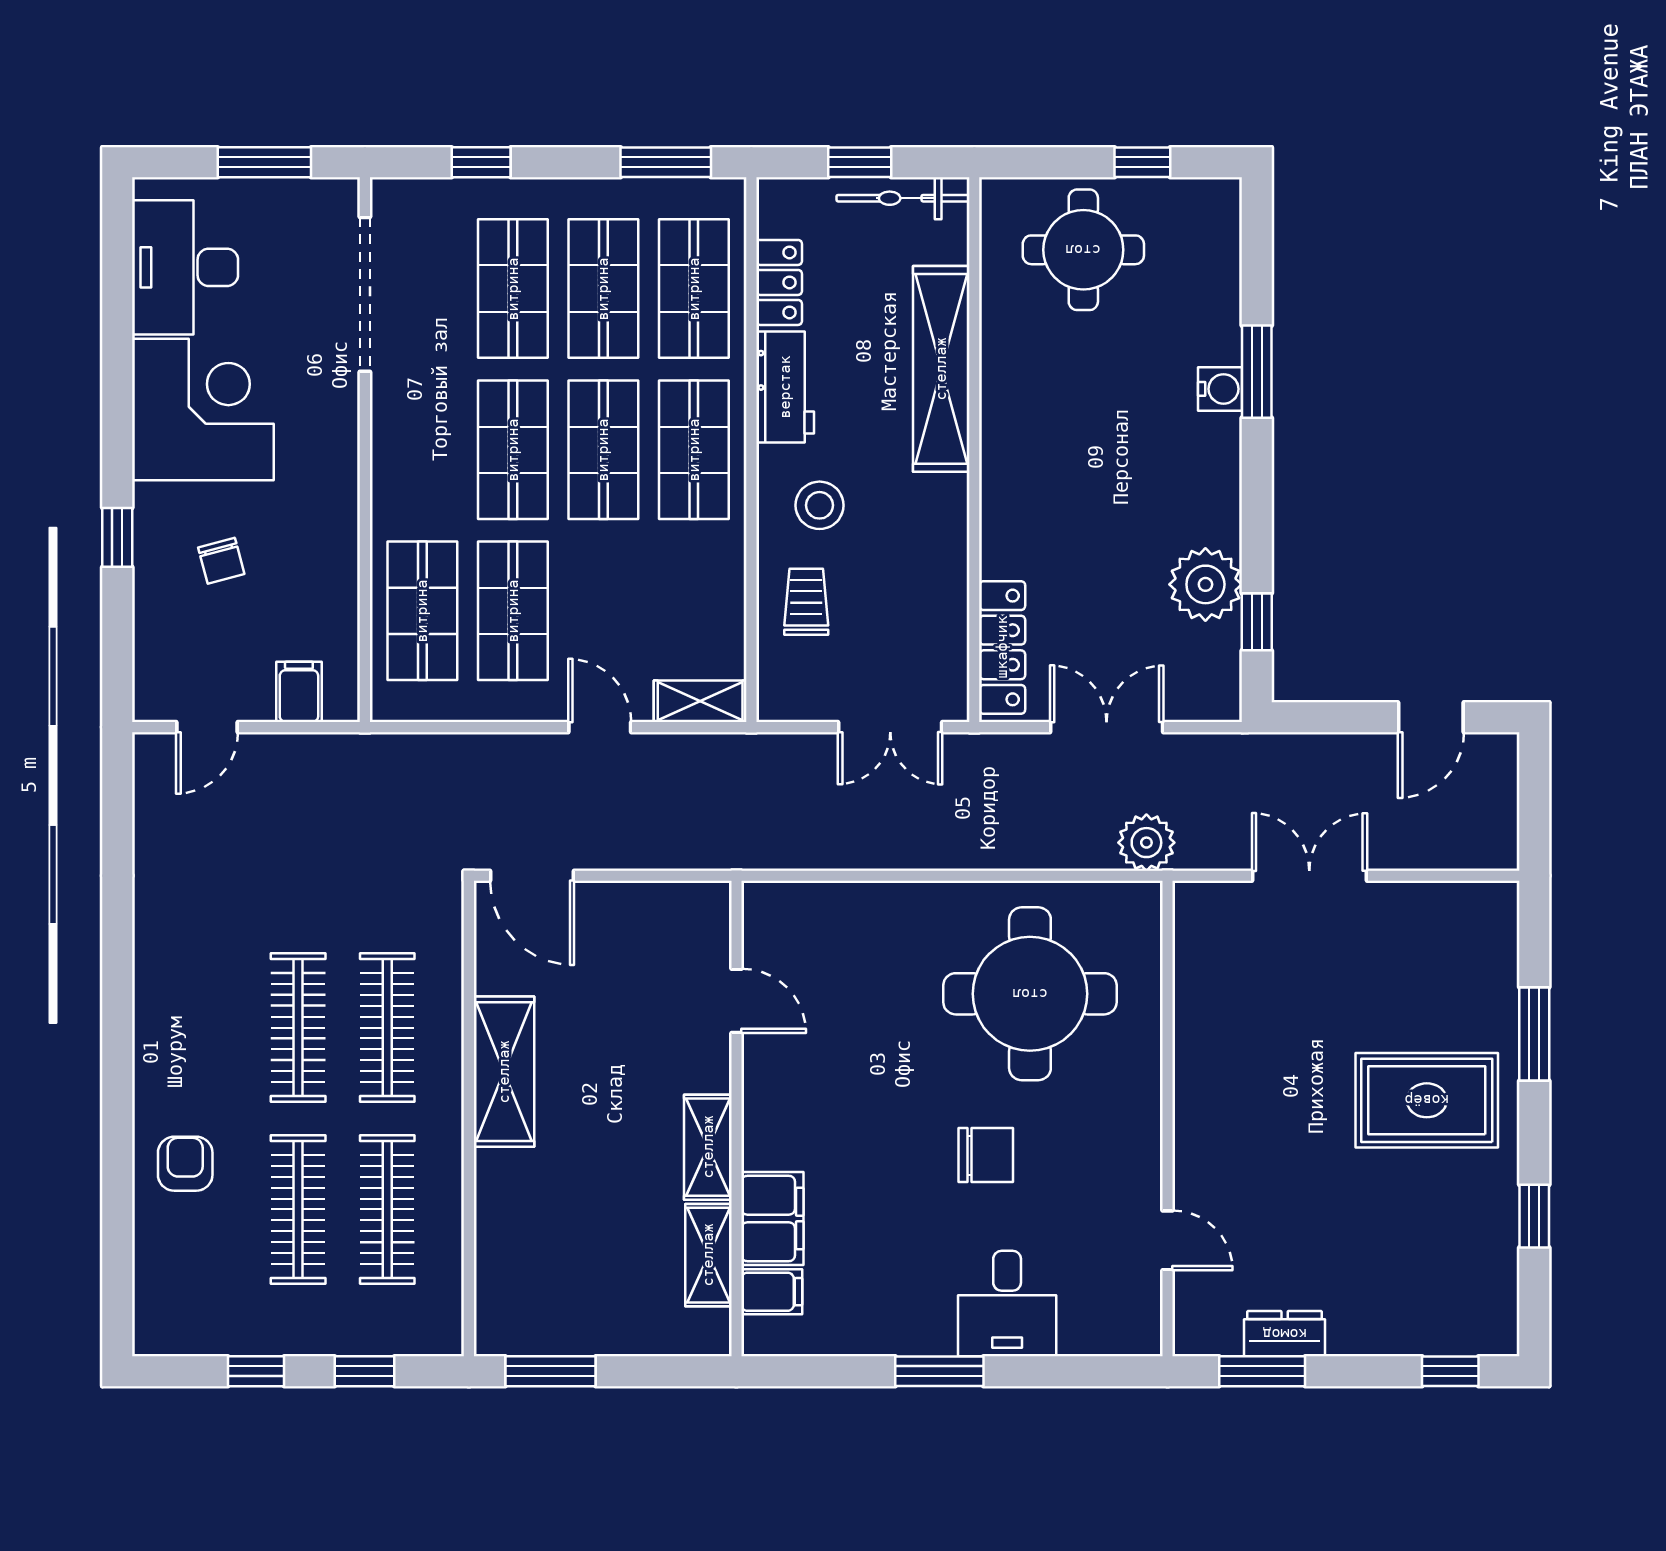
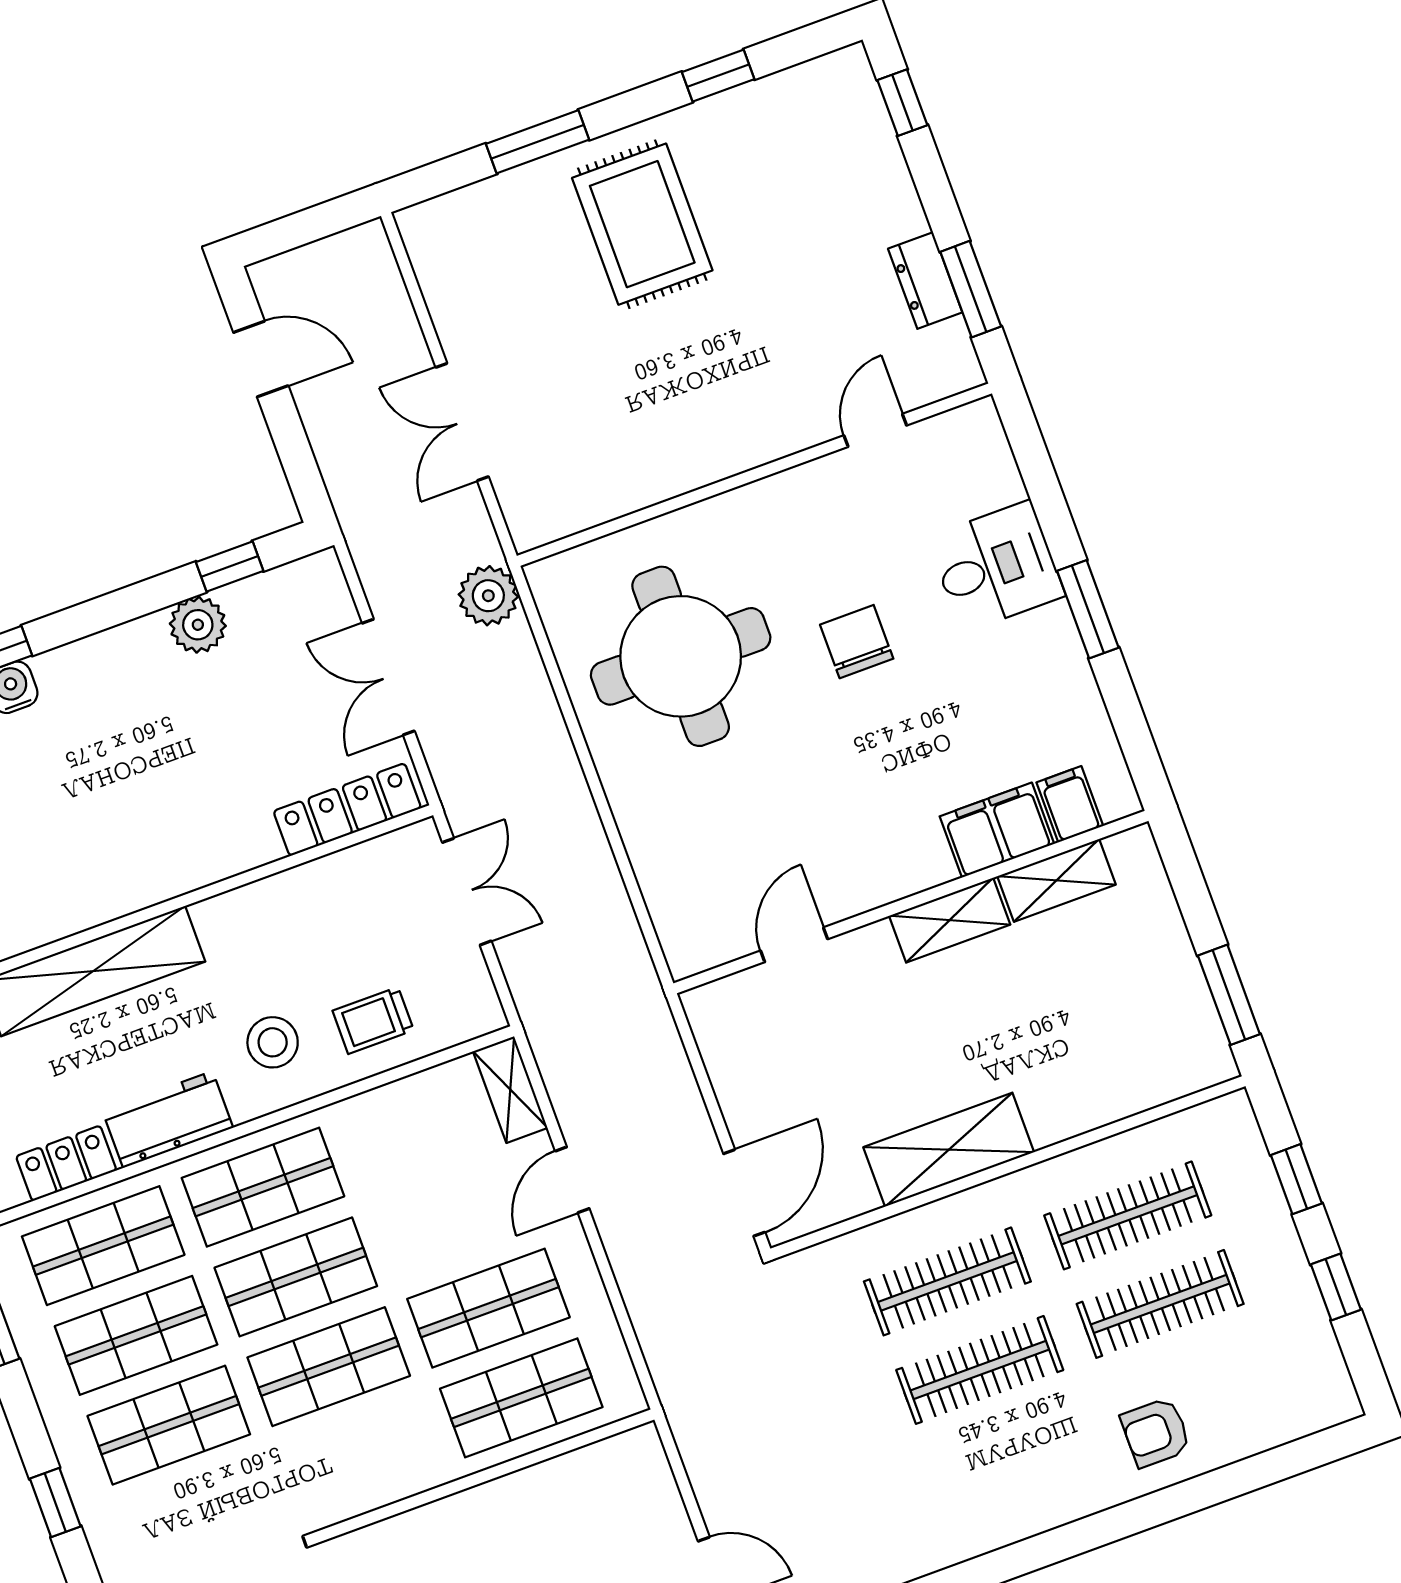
plant: (1205, 584) -> (198, 625), width x0.73, depth x0.73
filing cabinet: (299, 692) -> (646, 1491), removed

